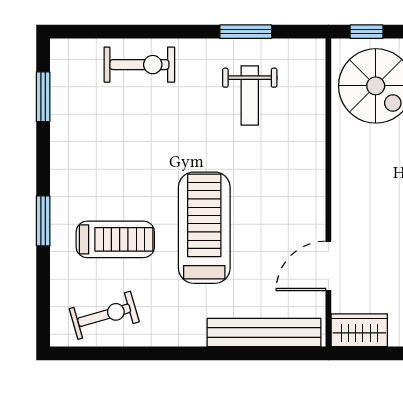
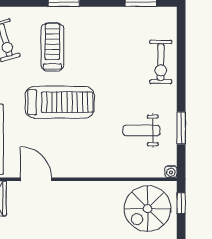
water cooler: (316, 48) -> (171, 171), added
treadmill: (115, 239) -> (52, 47), turned 180

